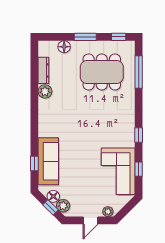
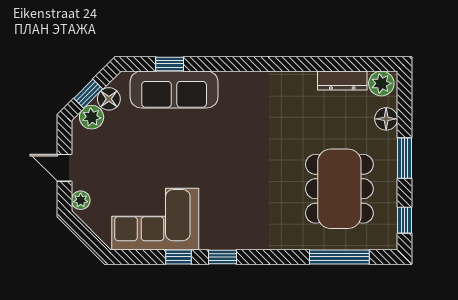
plant: (45, 91) -> (381, 83), moved
window: (139, 169) -> (179, 257), moved

